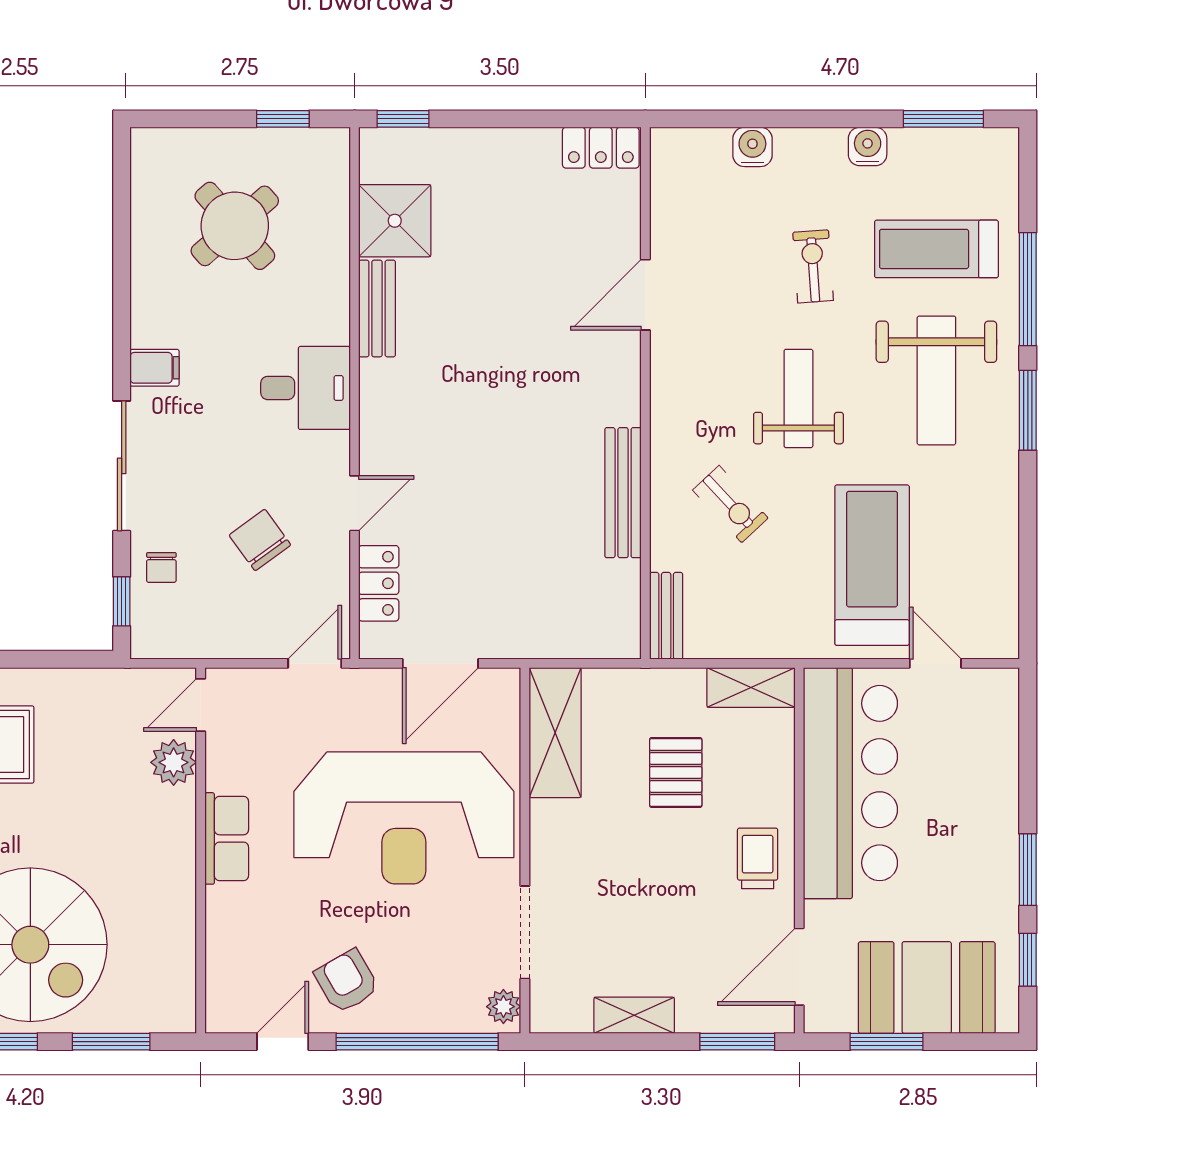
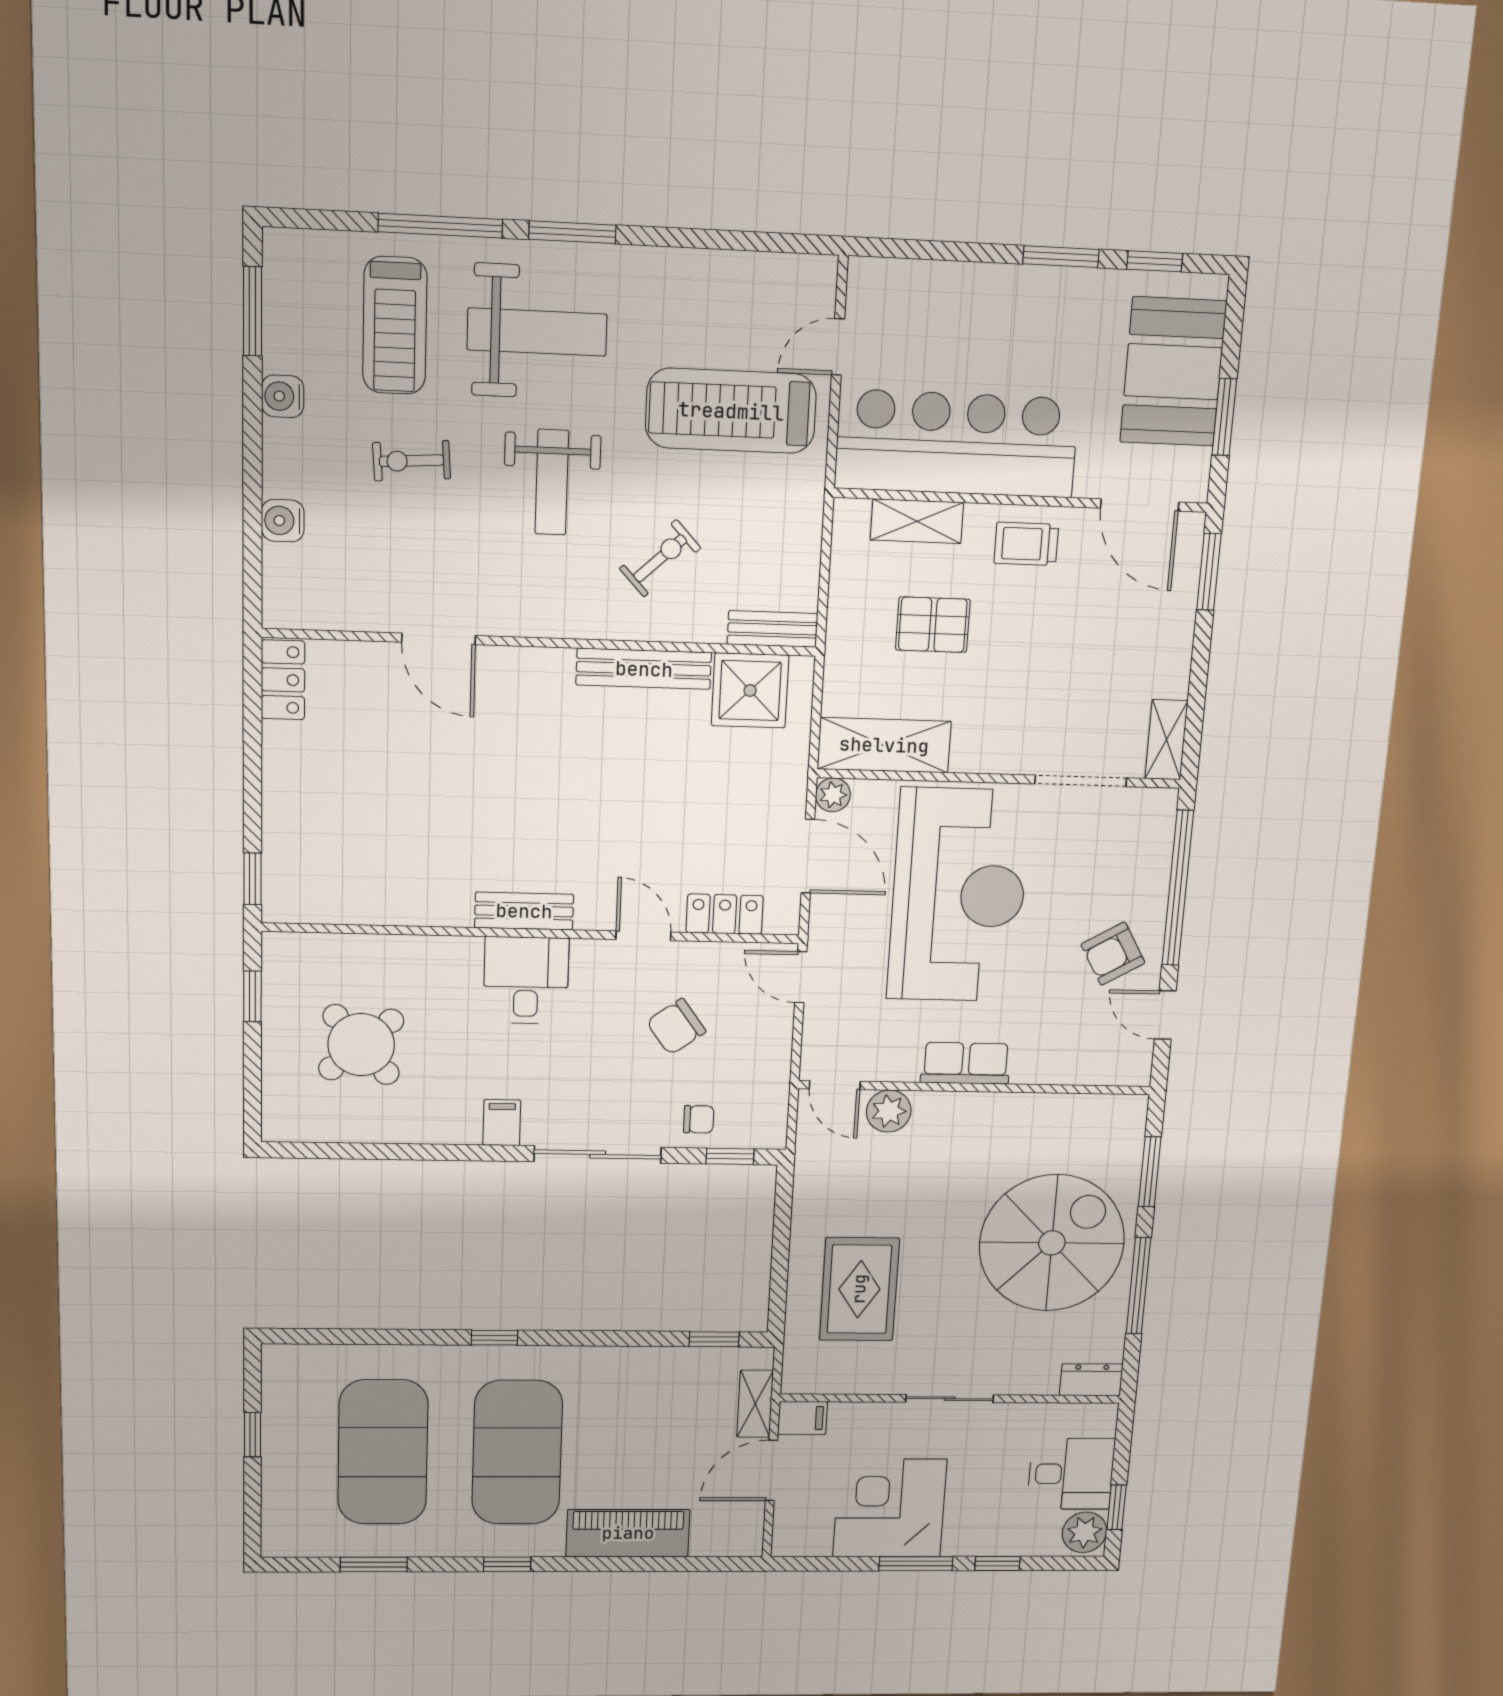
shower: (395, 221) -> (750, 690), moved
bench: (377, 308) -> (524, 911), moved
weight bench: (798, 398) -> (552, 482), turned -90
shelving: (751, 687) -> (917, 521), moved, turned 90
plant: (503, 1007) -> (833, 795), moved
shelving: (634, 1015) -> (1166, 740), moved

